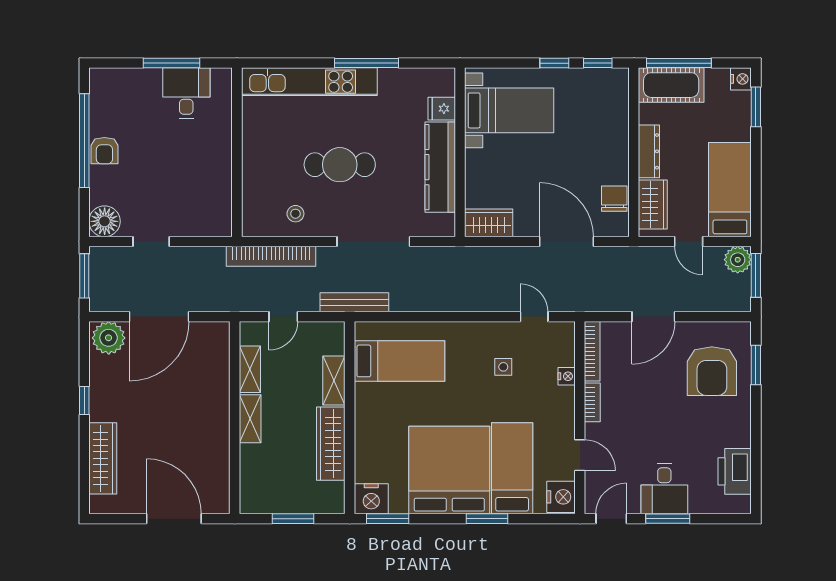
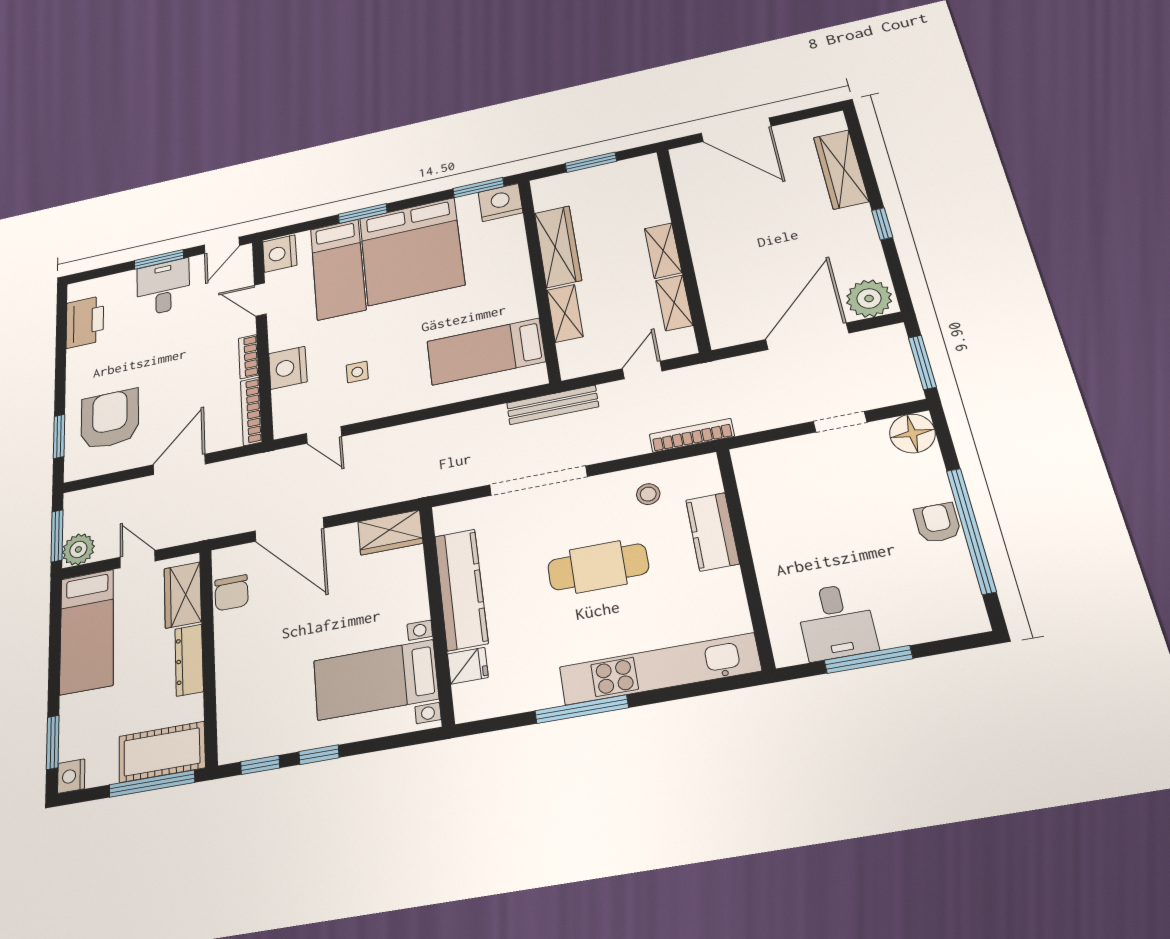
kitchen counter: (256, 175) -> (712, 532), added
bookcase: (271, 256) -> (692, 435), width x0.68, depth x0.76
nightstand: (567, 376) -> (288, 368), width x1.89, depth x1.79

